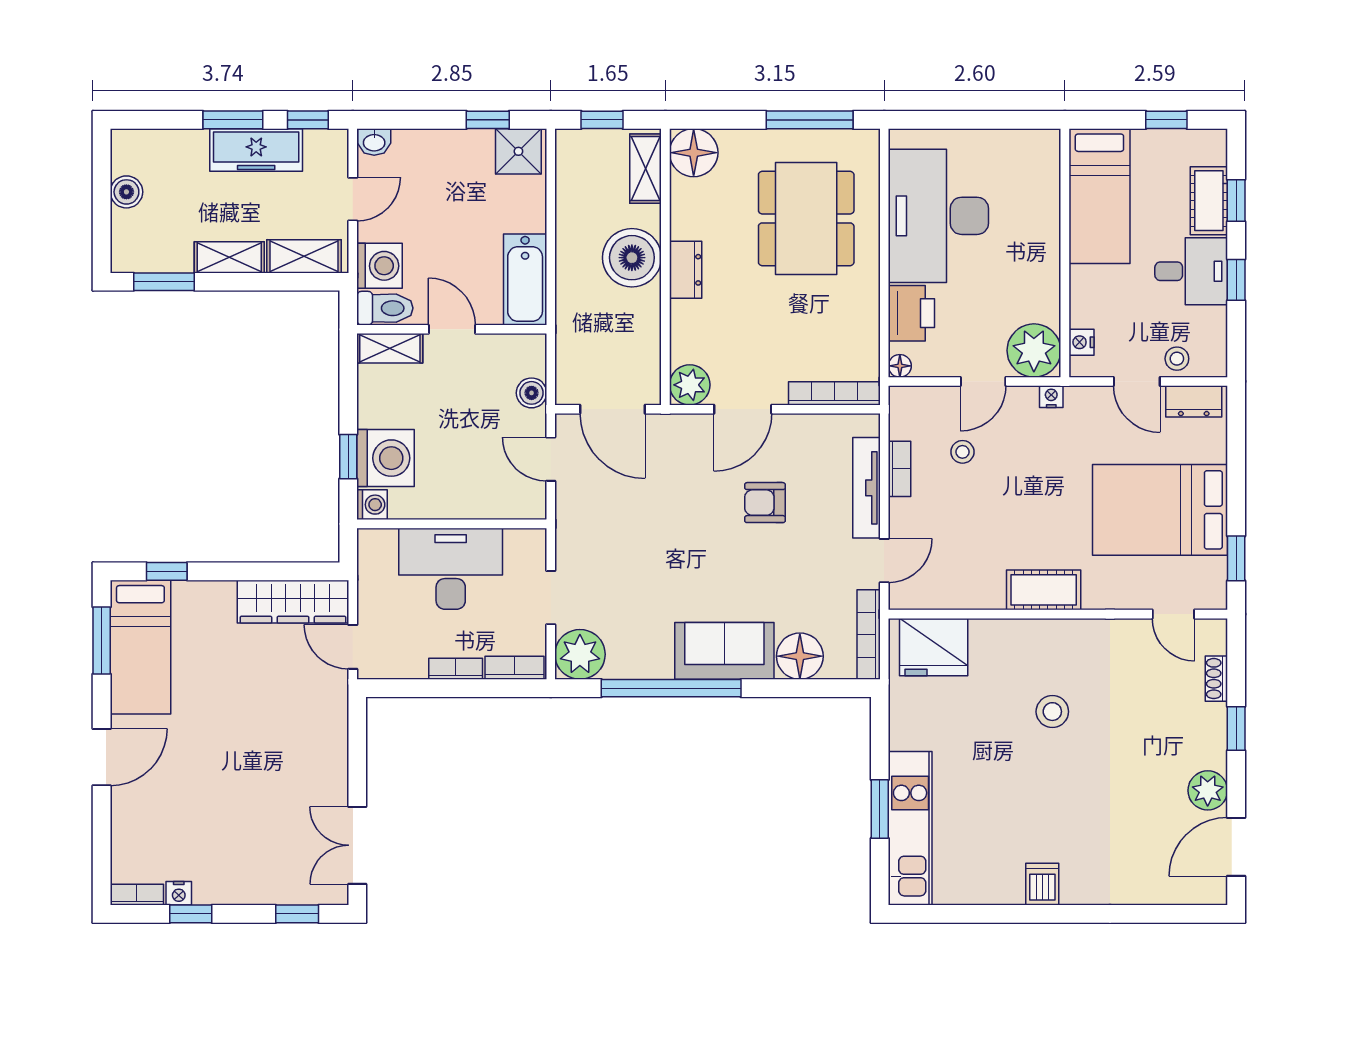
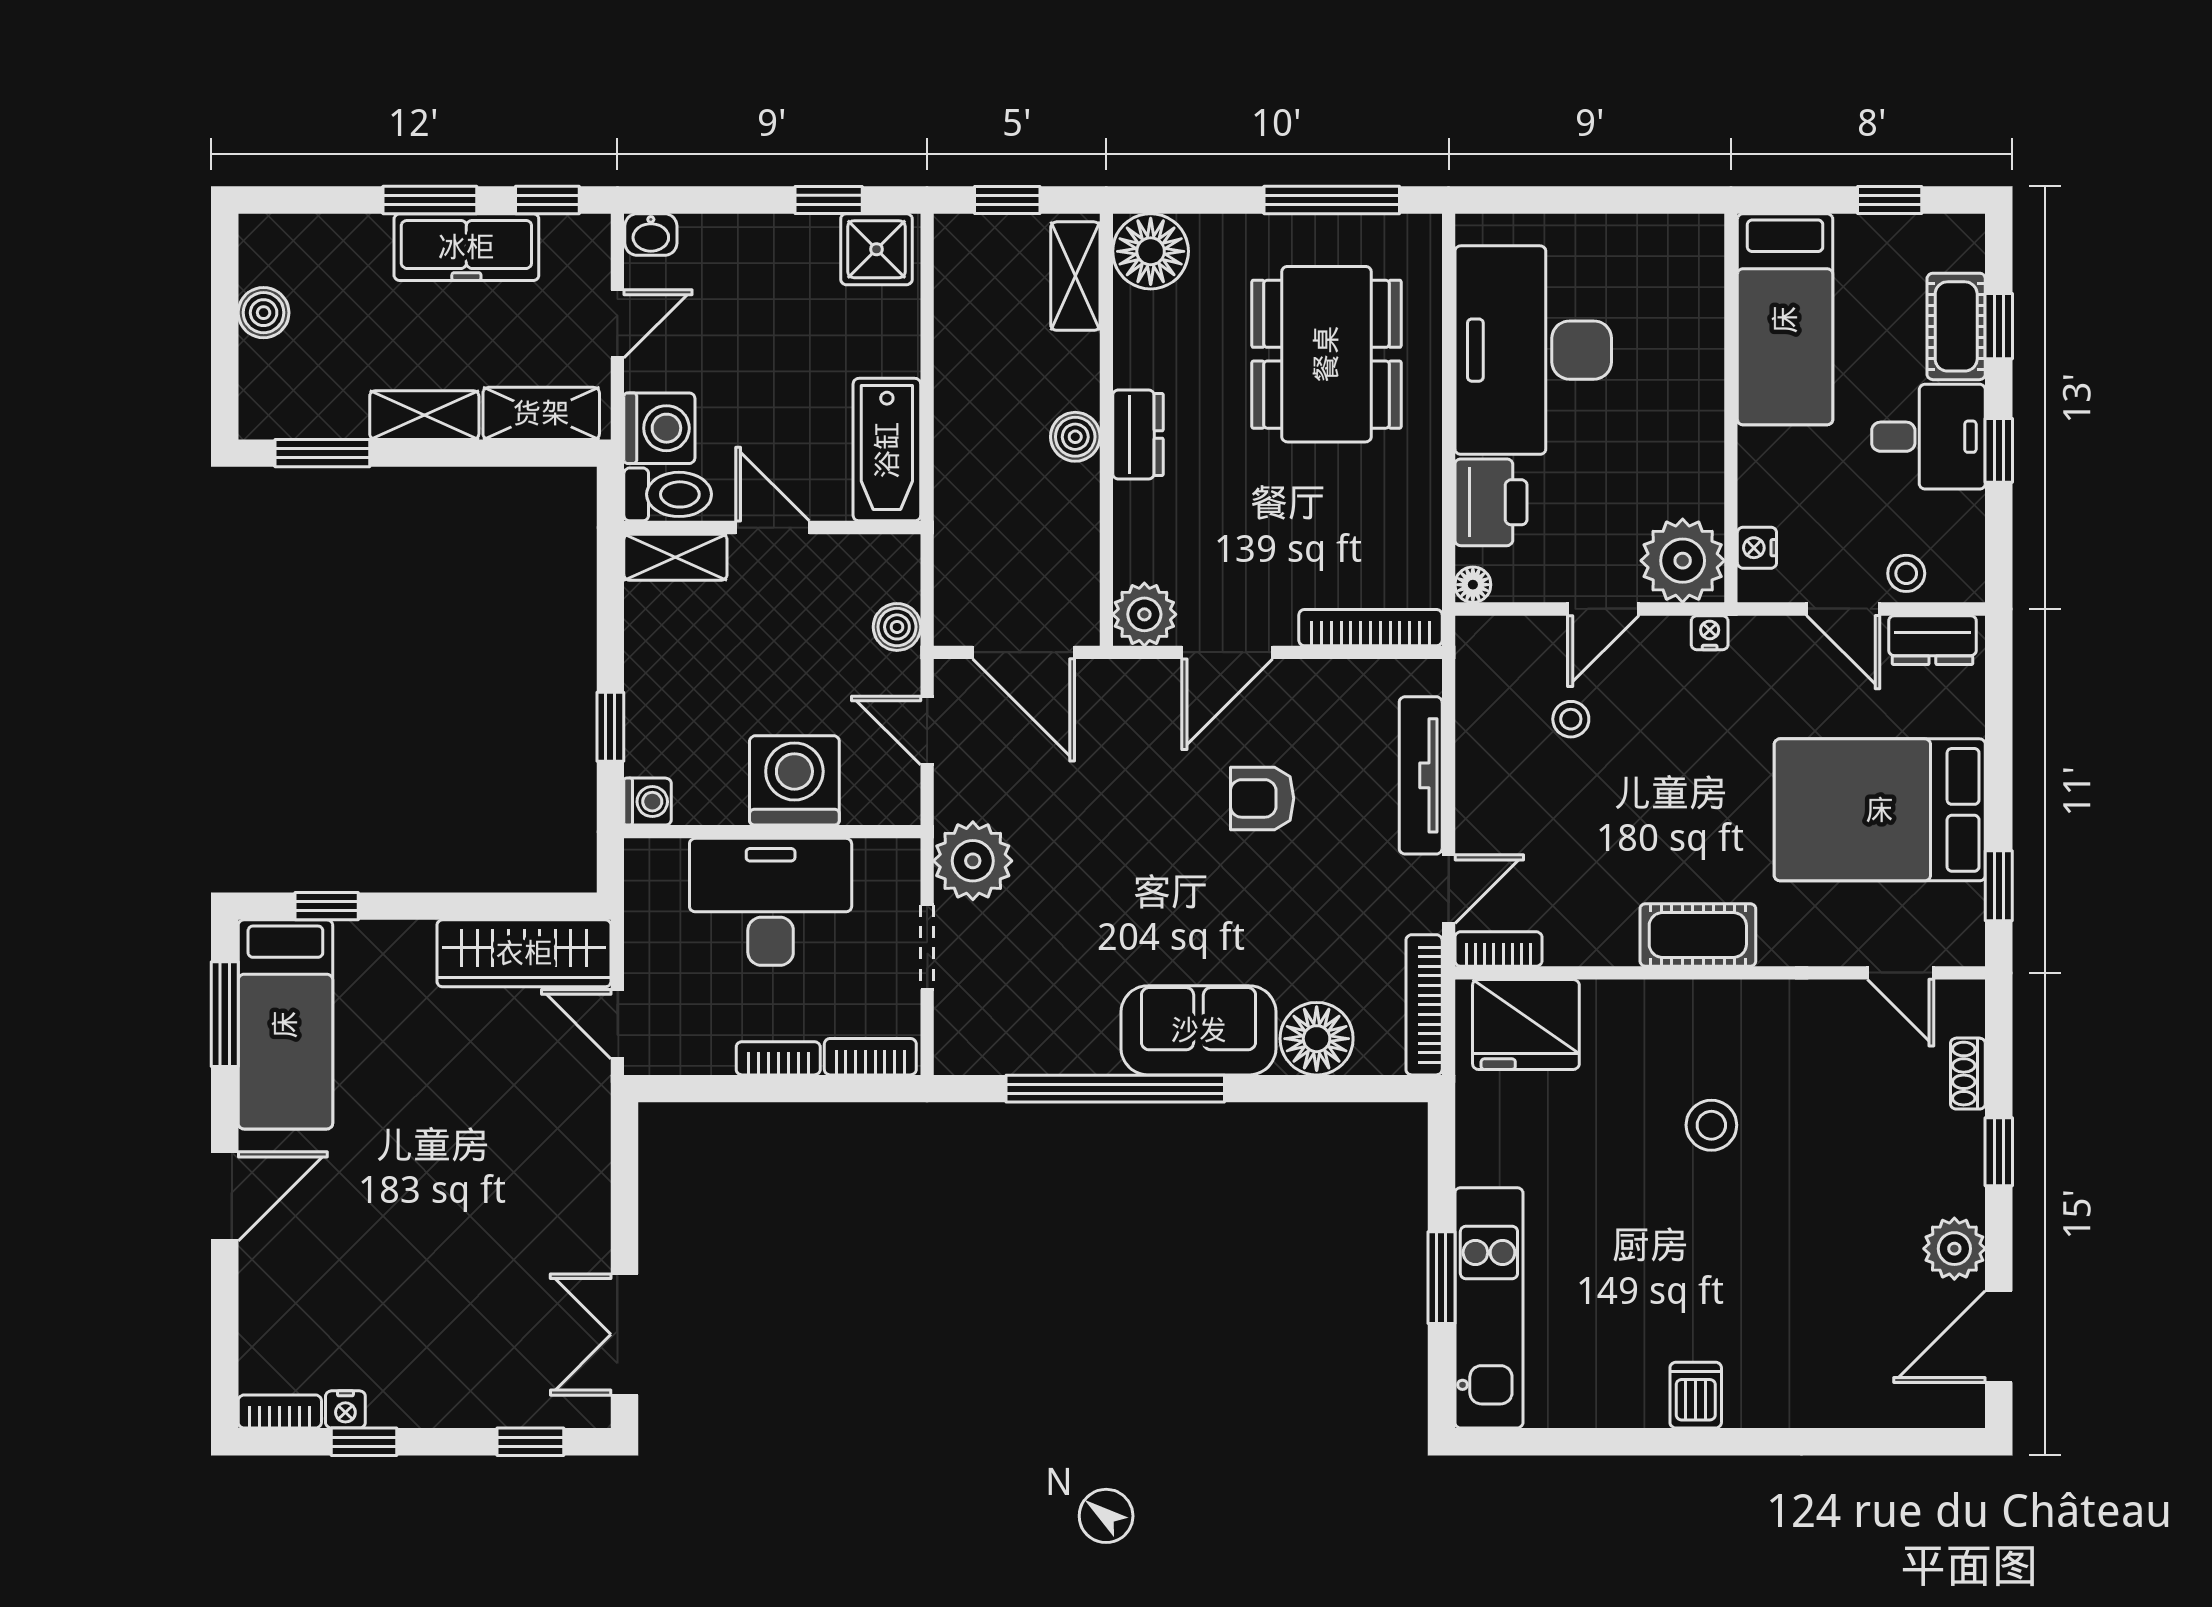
boiler: (632, 258) -> (1075, 437), width x0.54, depth x0.54
washing machine: (386, 458) -> (794, 780), moved, turned -90
bookcase: (900, 469) -> (1498, 949), moved, turned -90
plant: (580, 654) -> (973, 861), moved

